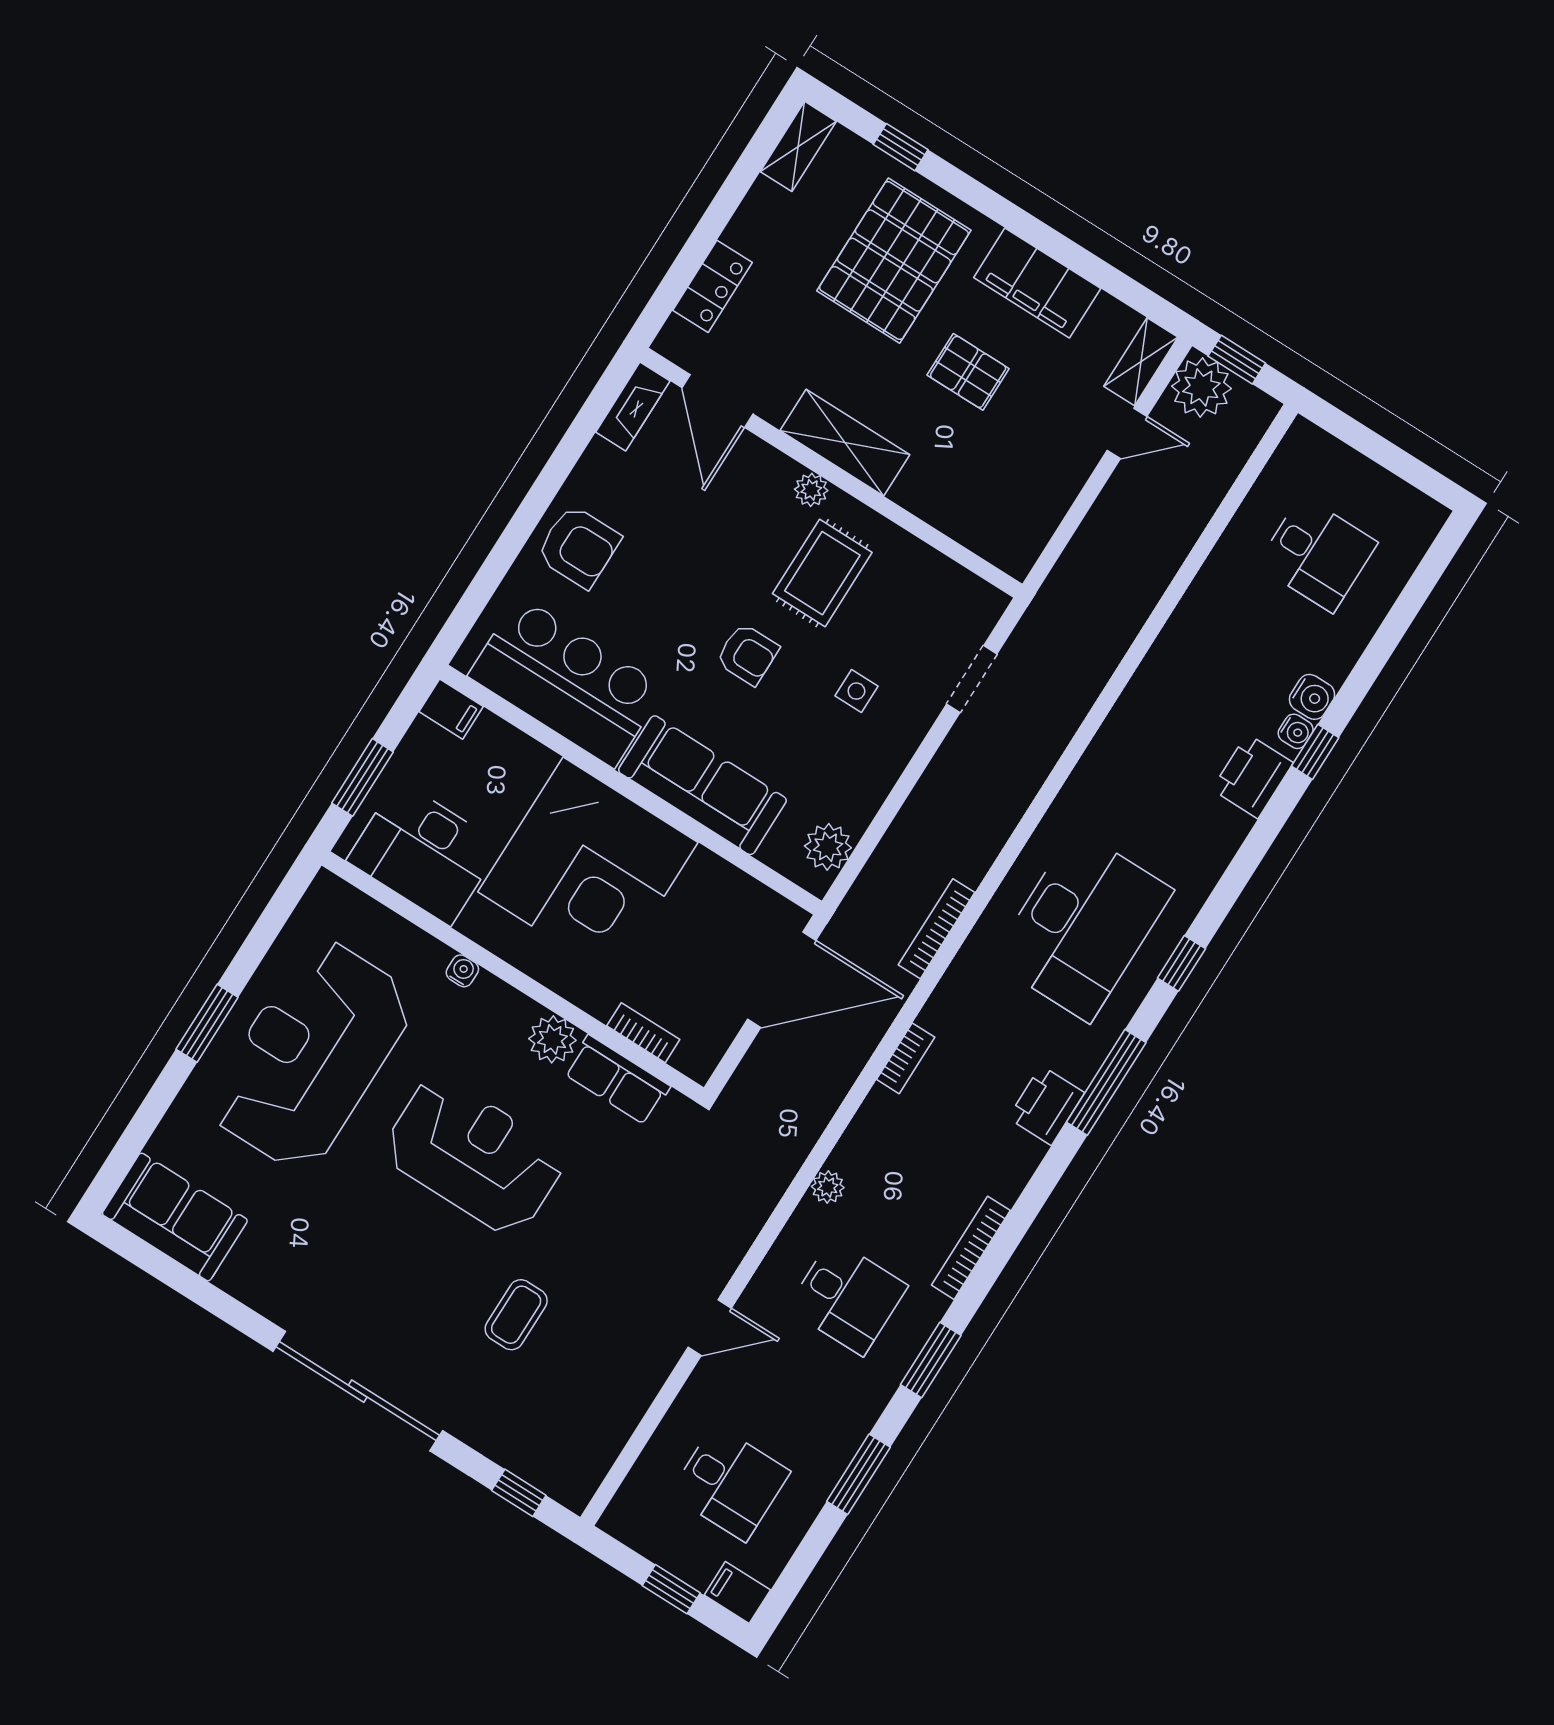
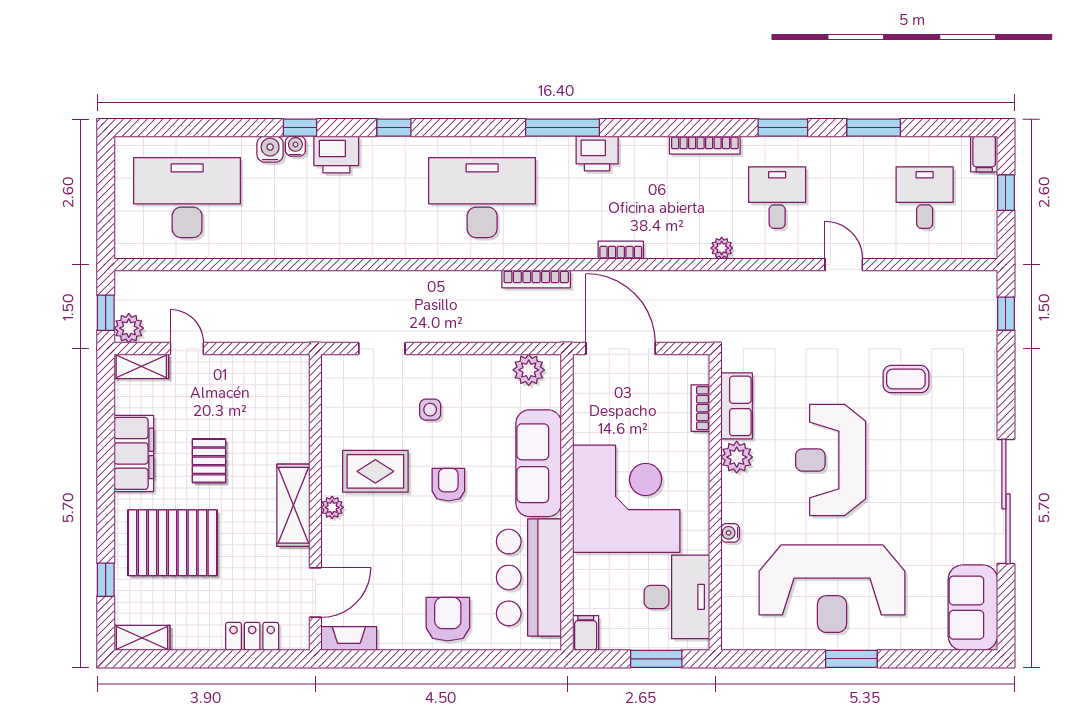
plant: (1201, 387) -> (129, 328), width x0.73, depth x0.73
desk: (1317, 554) -> (187, 198), width x1.87, depth x1.30
window: (1181, 963) -> (394, 128), moved
sliding door: (358, 1391) -> (1006, 501), moved

